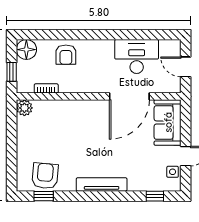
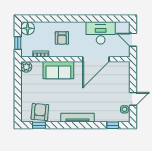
armchair: (66, 55) -> (62, 38), moved
sofa: (168, 122) -> (58, 70), moved, turned -90

